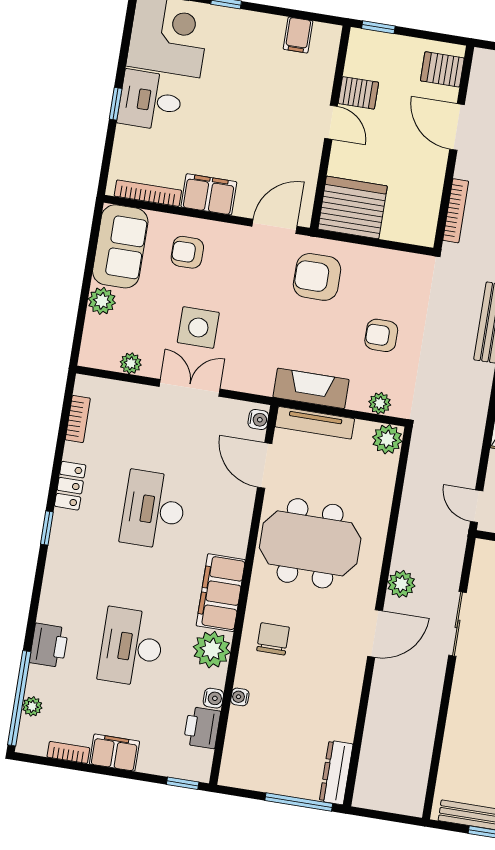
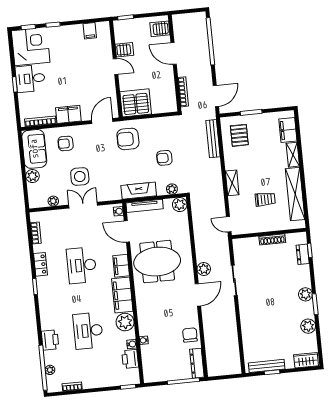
chair: (273, 639) -> (190, 335), moved
filing cabinet: (114, 753) -> (121, 266), moved, turned -90

